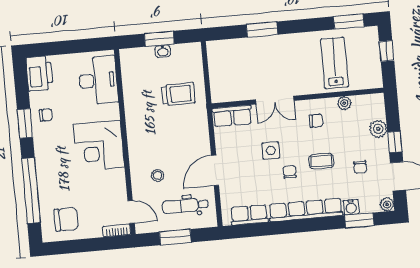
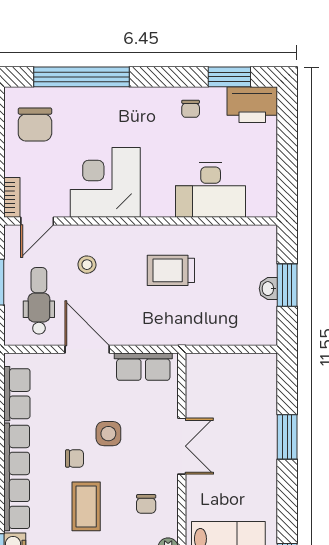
desk: (98, 80) -> (211, 190), moved
trolley: (178, 94) -> (171, 270), moved, turned 90
double door: (275, 100) -> (182, 446), swing flipped
row of seats: (232, 116) -> (143, 367), moved, turned -90
window: (25, 123) -> (229, 77), moved
corner desk: (99, 146) -> (105, 182), moved
coffee table: (321, 161) -> (86, 506), width x1.36, depth x1.30

